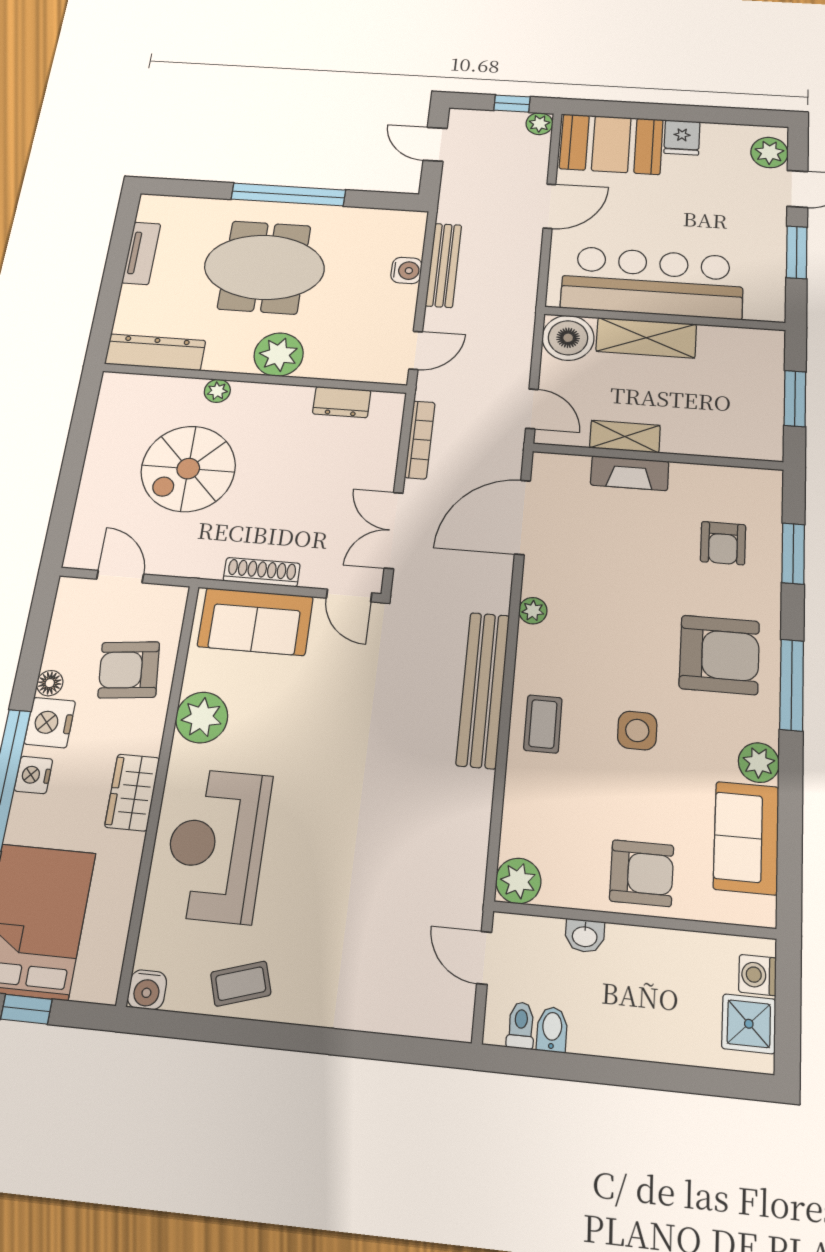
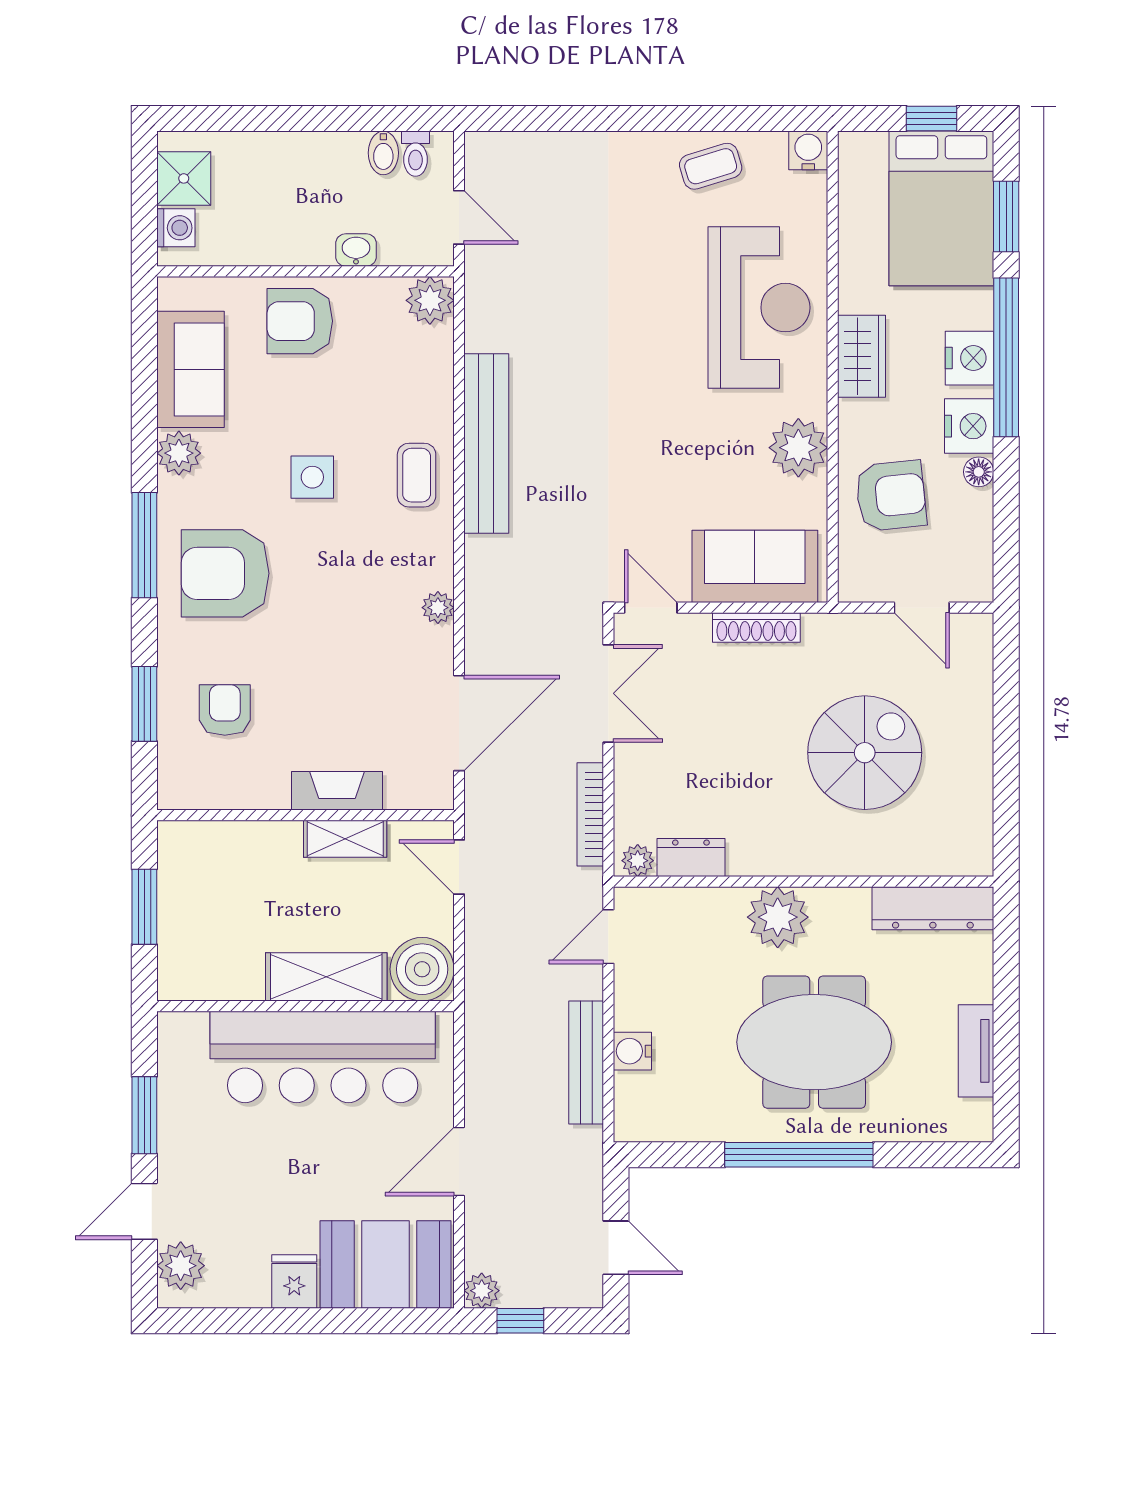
plant: (217, 391) -> (638, 861), moved
bench: (483, 689) -> (486, 443), moved
nightstand: (33, 775) -> (970, 358), width x1.36, depth x1.33

